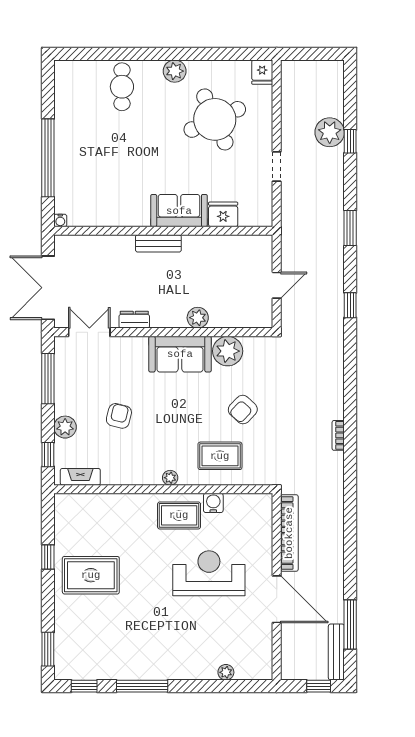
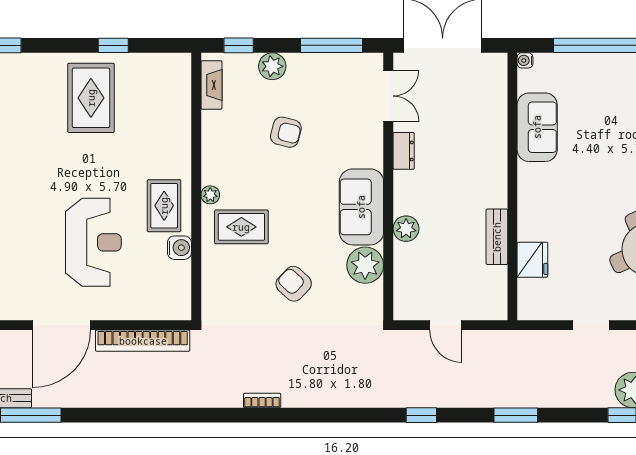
sofa: (179, 211) -> (537, 127), moved
bench: (158, 243) -> (497, 237), moved
rug: (220, 456) -> (241, 227), moved, turned 90

